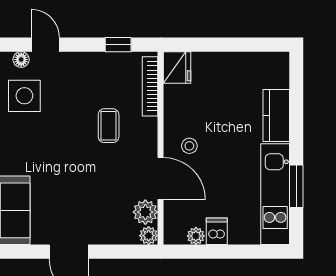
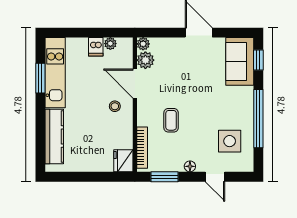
window: (118, 45) -> (164, 177), width x1.50
floor lamp: (21, 60) -> (190, 166), moved
kitchen counter: (276, 116) -> (54, 136), width x1.50

